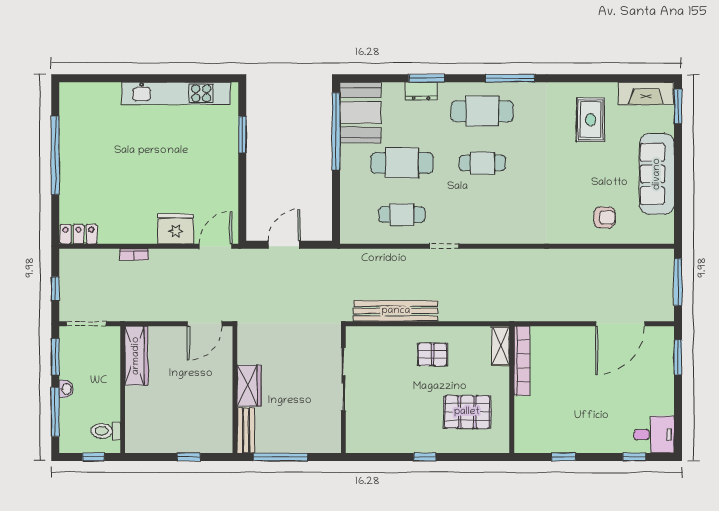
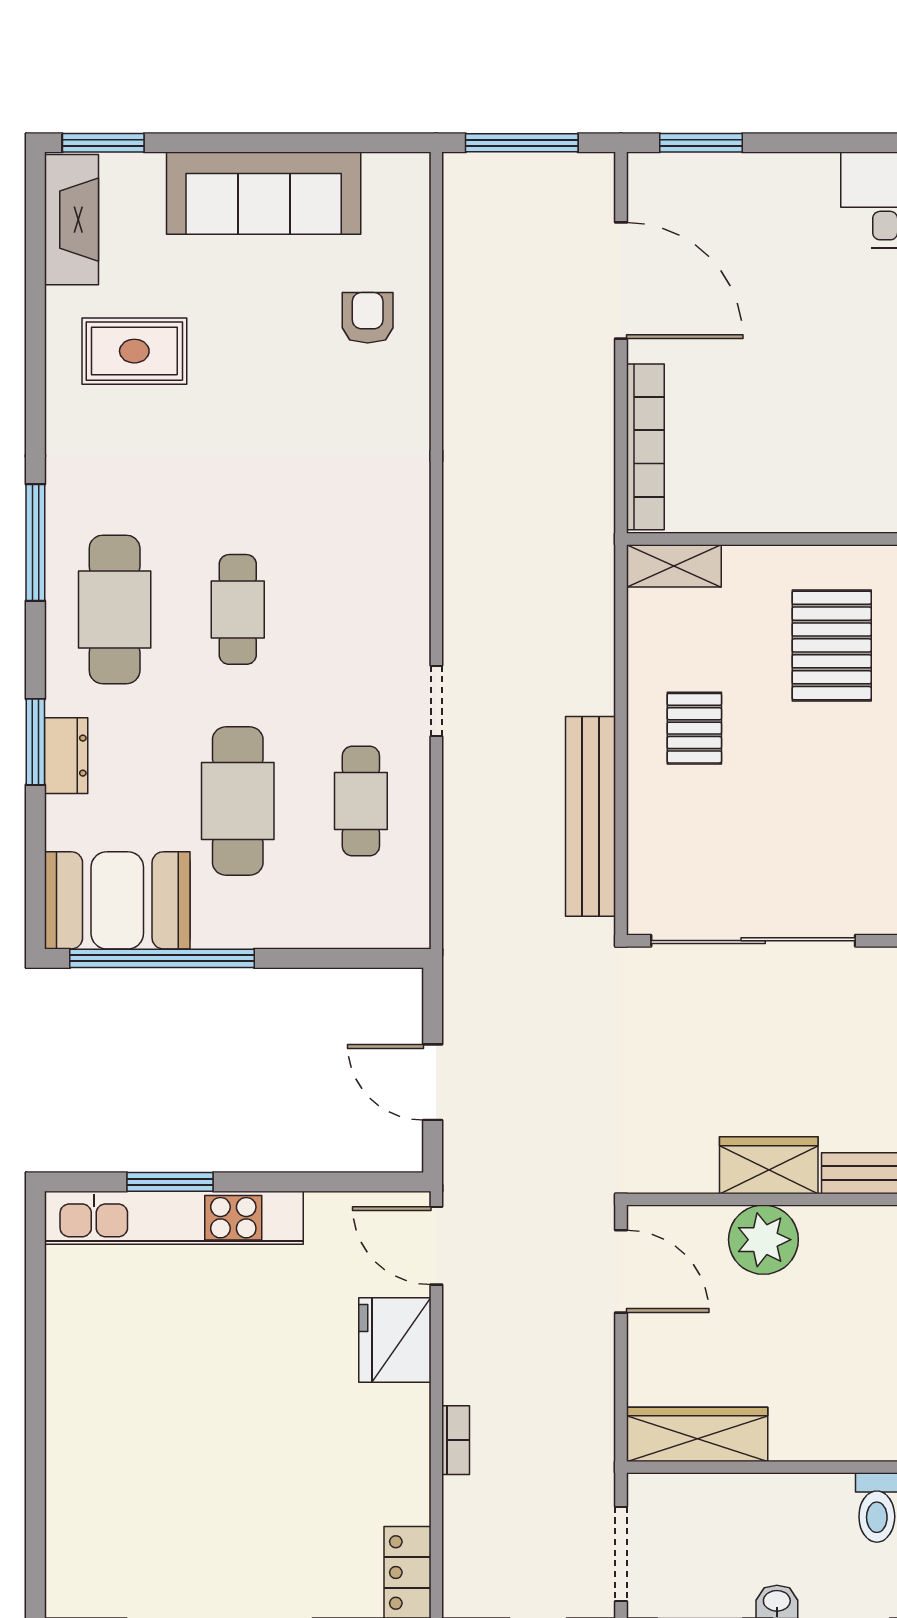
kitchen unit: (176, 93) -> (174, 1218), moved, turned 90
bookcase: (522, 361) -> (645, 447), moved, turned 90
sliding door: (343, 379) -> (753, 941), width x1.36
plant: (218, 383) -> (763, 1240), added

